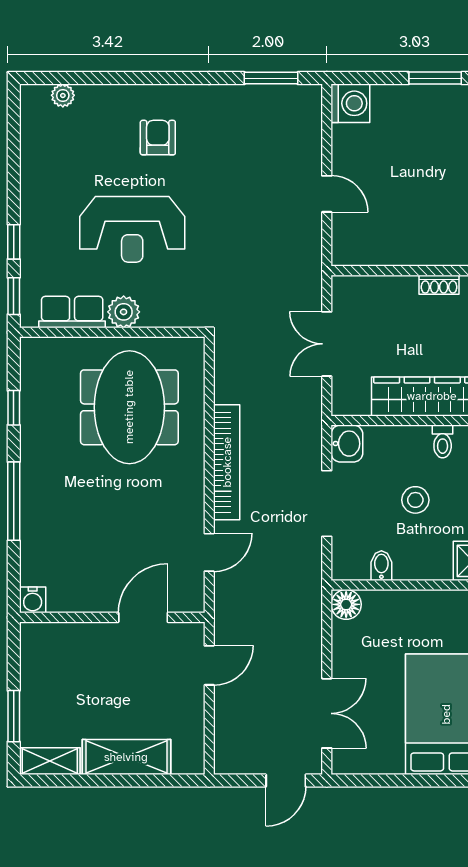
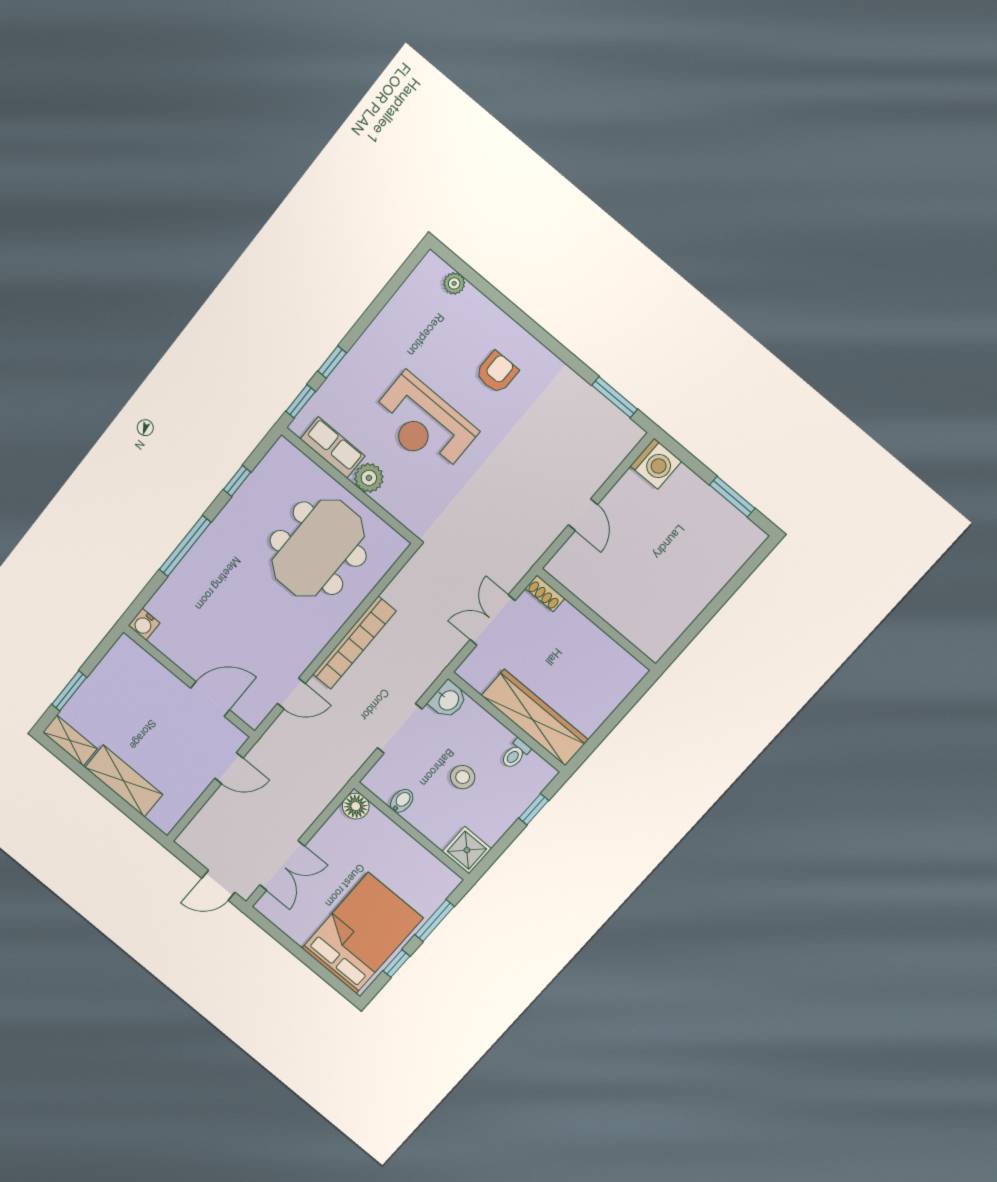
shoe rack: (439, 285) -> (545, 593), moved

